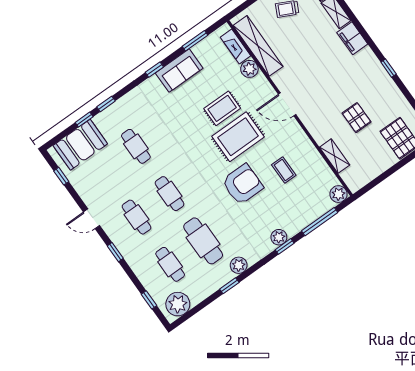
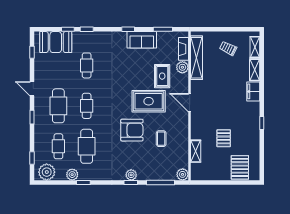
rug: (222, 108) -> (162, 76), moved, turned 90
cafe table: (137, 217) -> (58, 106), width x1.37, depth x1.35
plant: (239, 265) -> (72, 175), moved

